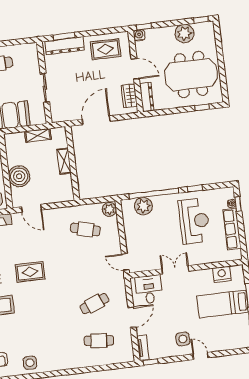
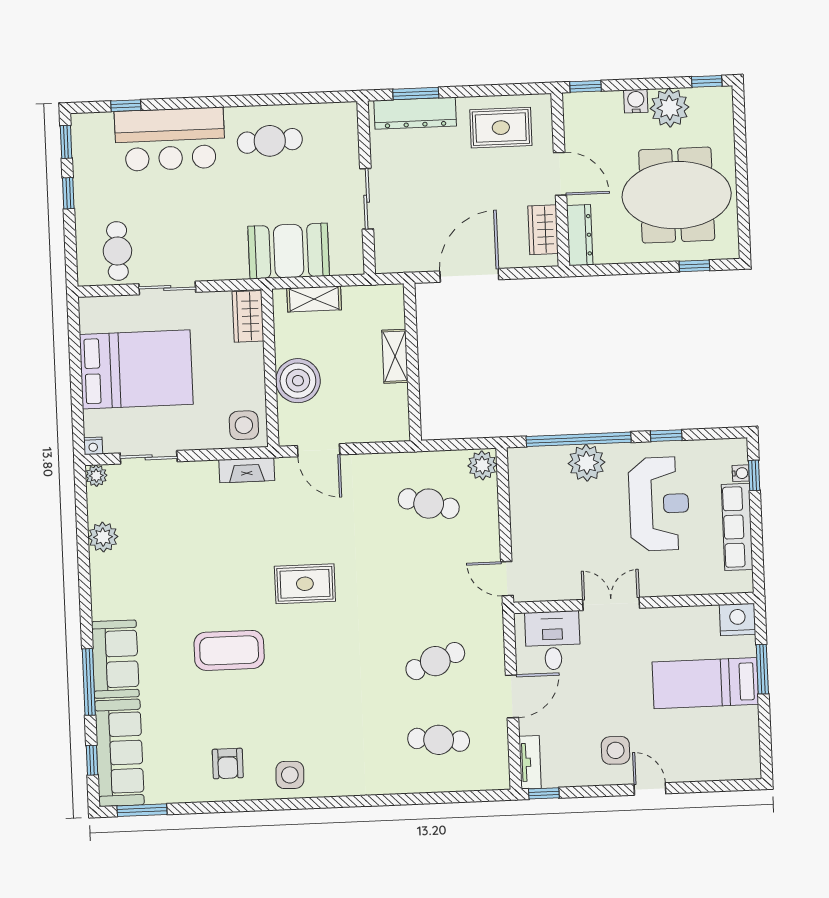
water cooler: (139, 35) -> (636, 101), moved
shelving: (38, 135) -> (314, 299), moved
plant: (143, 206) -> (587, 463), moved
nightstand: (222, 274) -> (738, 619), moved

